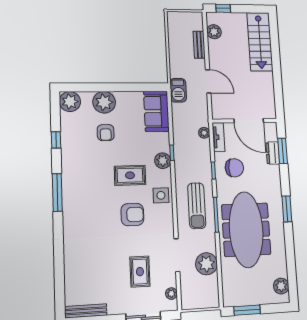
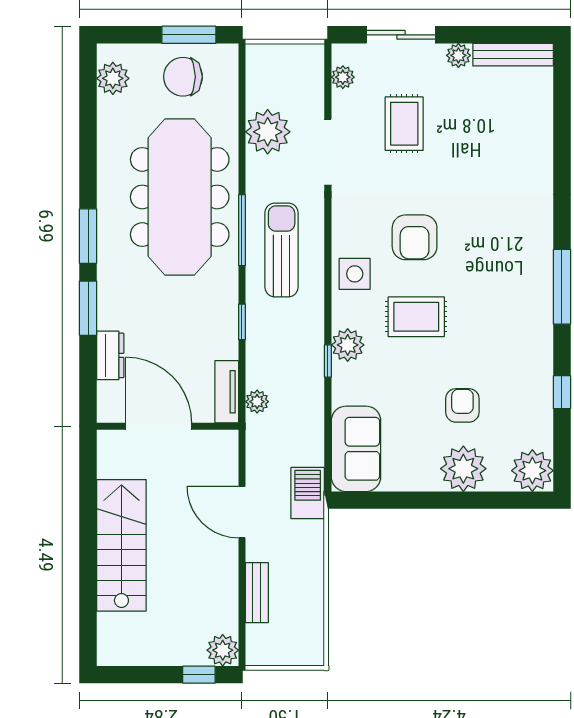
plant: (214, 32) -> (223, 650), moved
stairs: (260, 42) -> (121, 545), moved
window: (283, 151) -> (88, 308), moved
chair: (234, 168) -> (183, 77), moved
armchair: (132, 215) -> (415, 237), turned -90
plant: (114, 309) -> (458, 55), added

